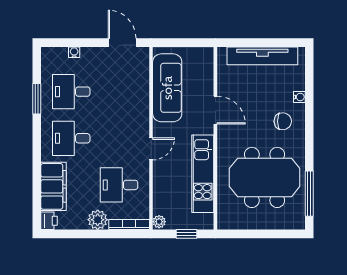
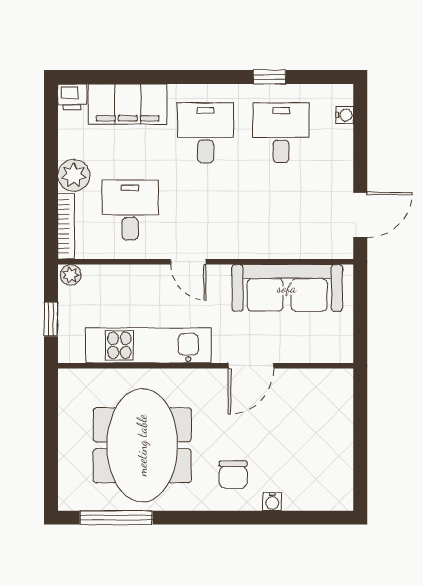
water cooler: (74, 52) -> (345, 115), moved
tv unit: (262, 56) -> (339, 442), removed
window: (37, 99) -> (269, 77), width x0.67

